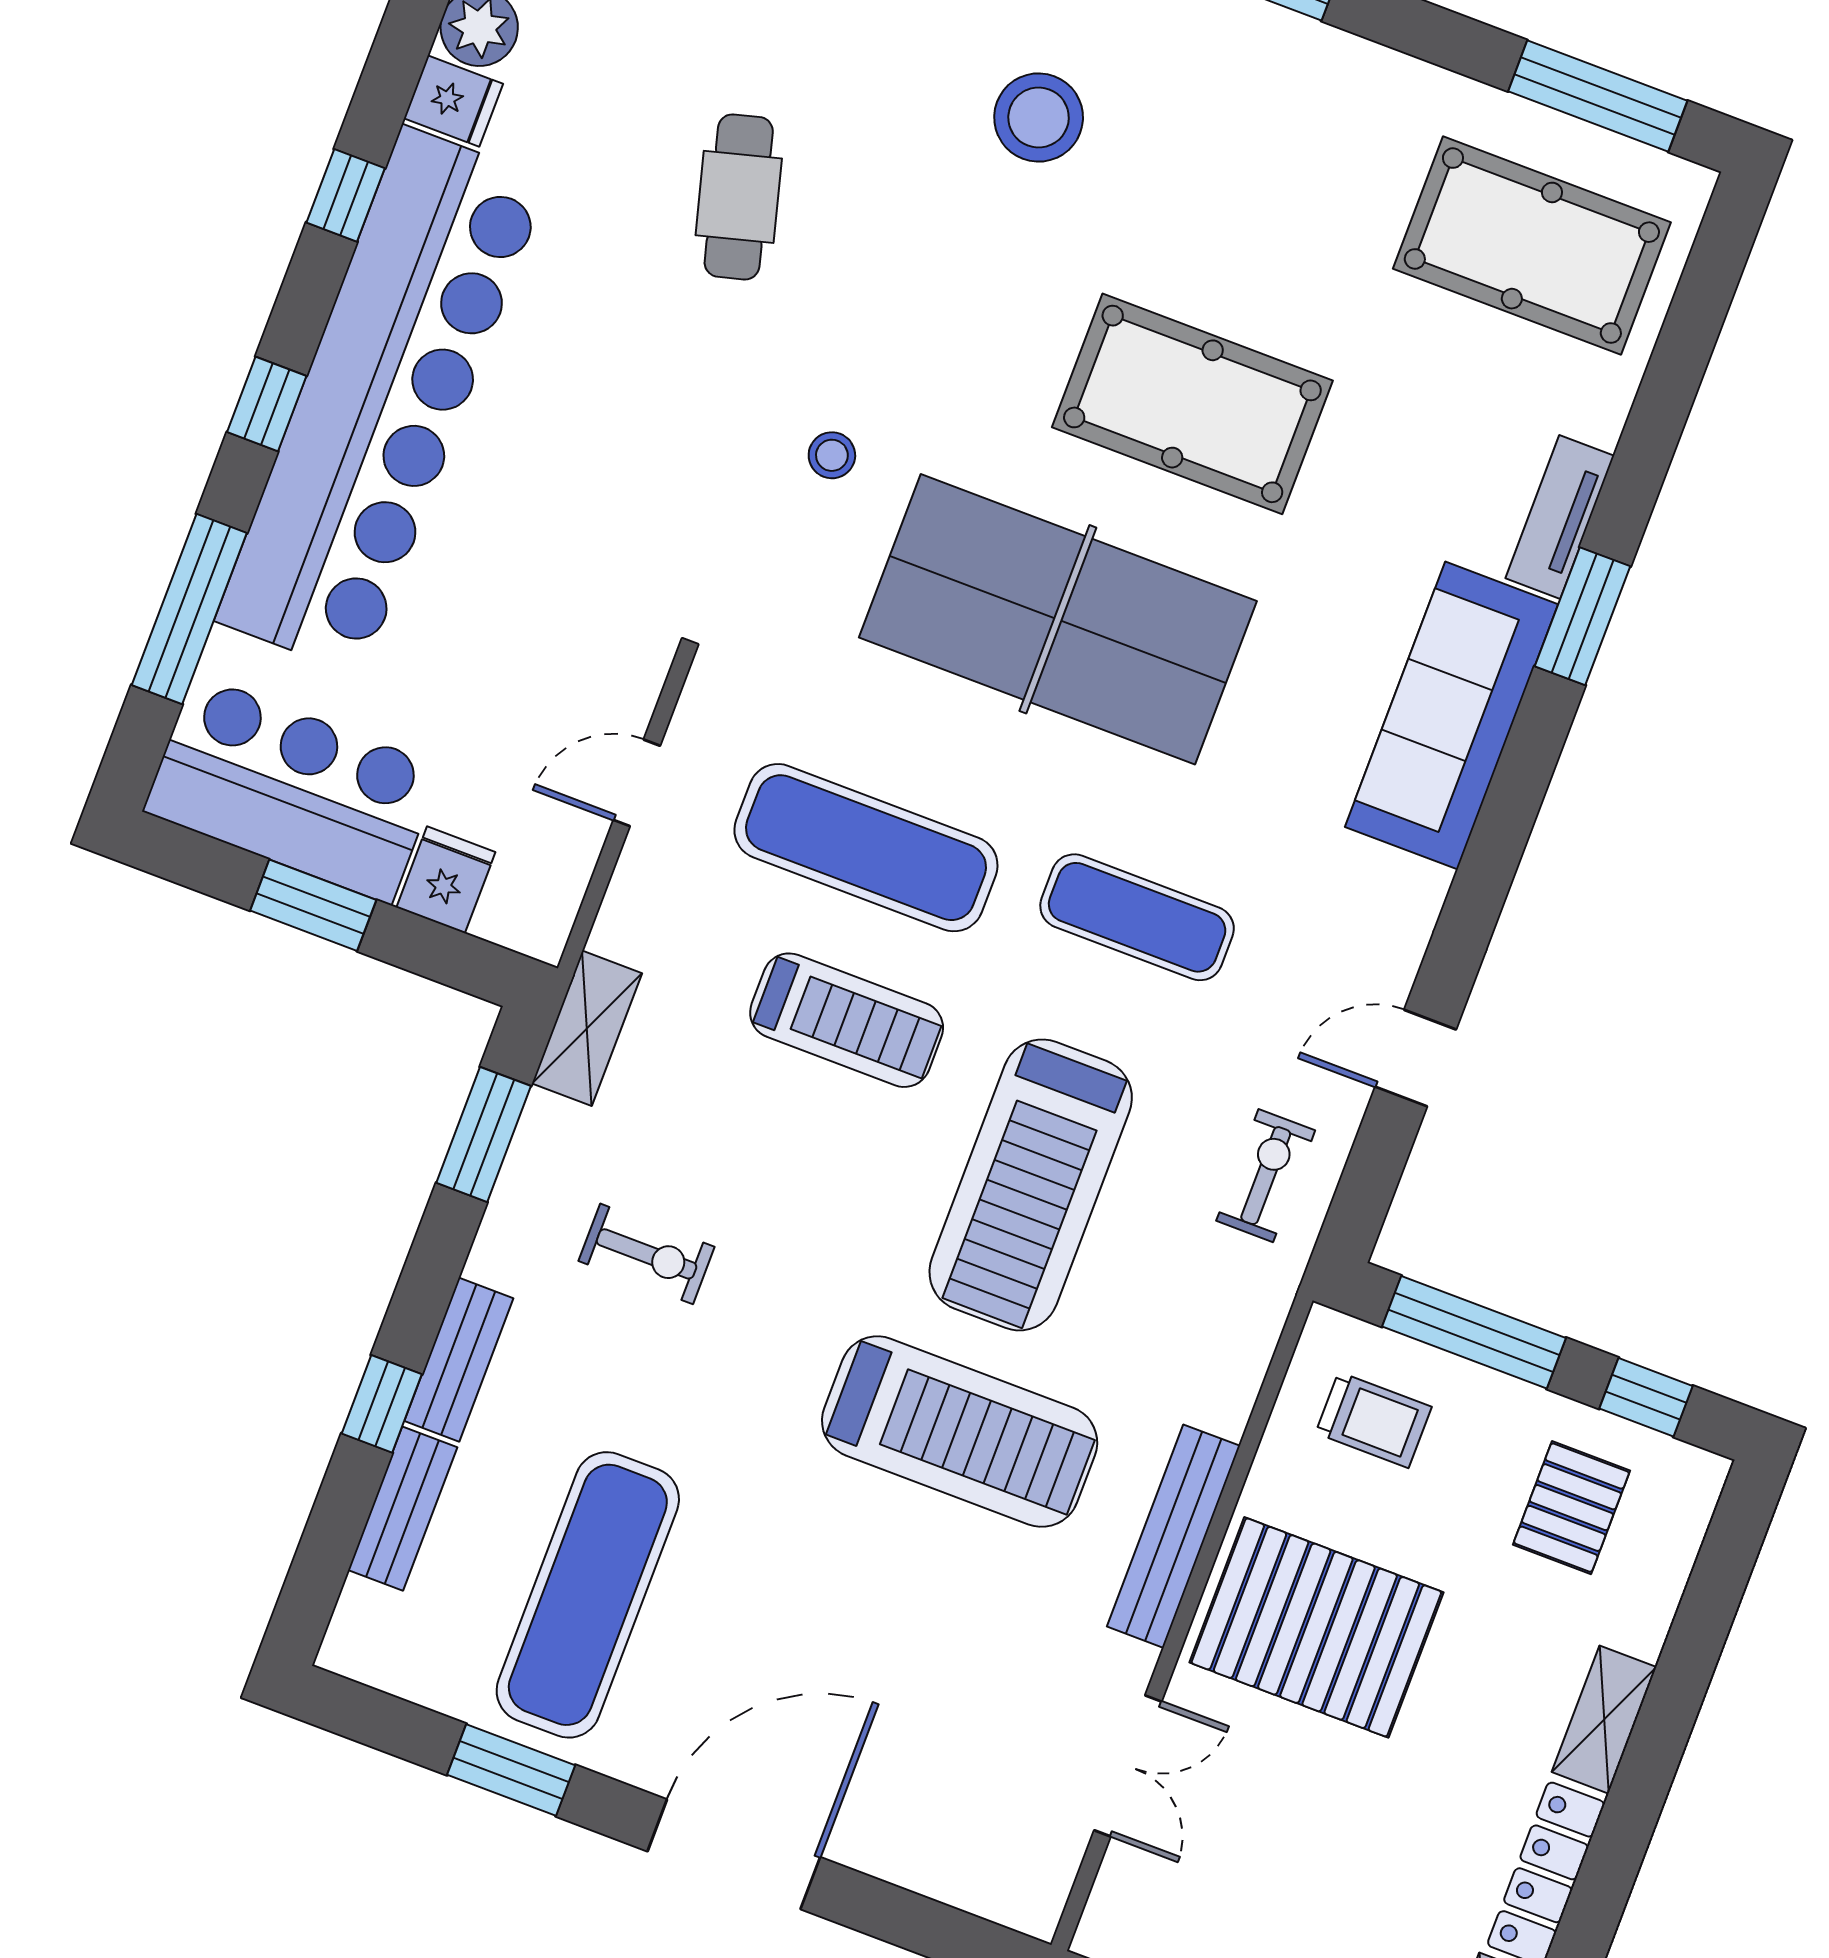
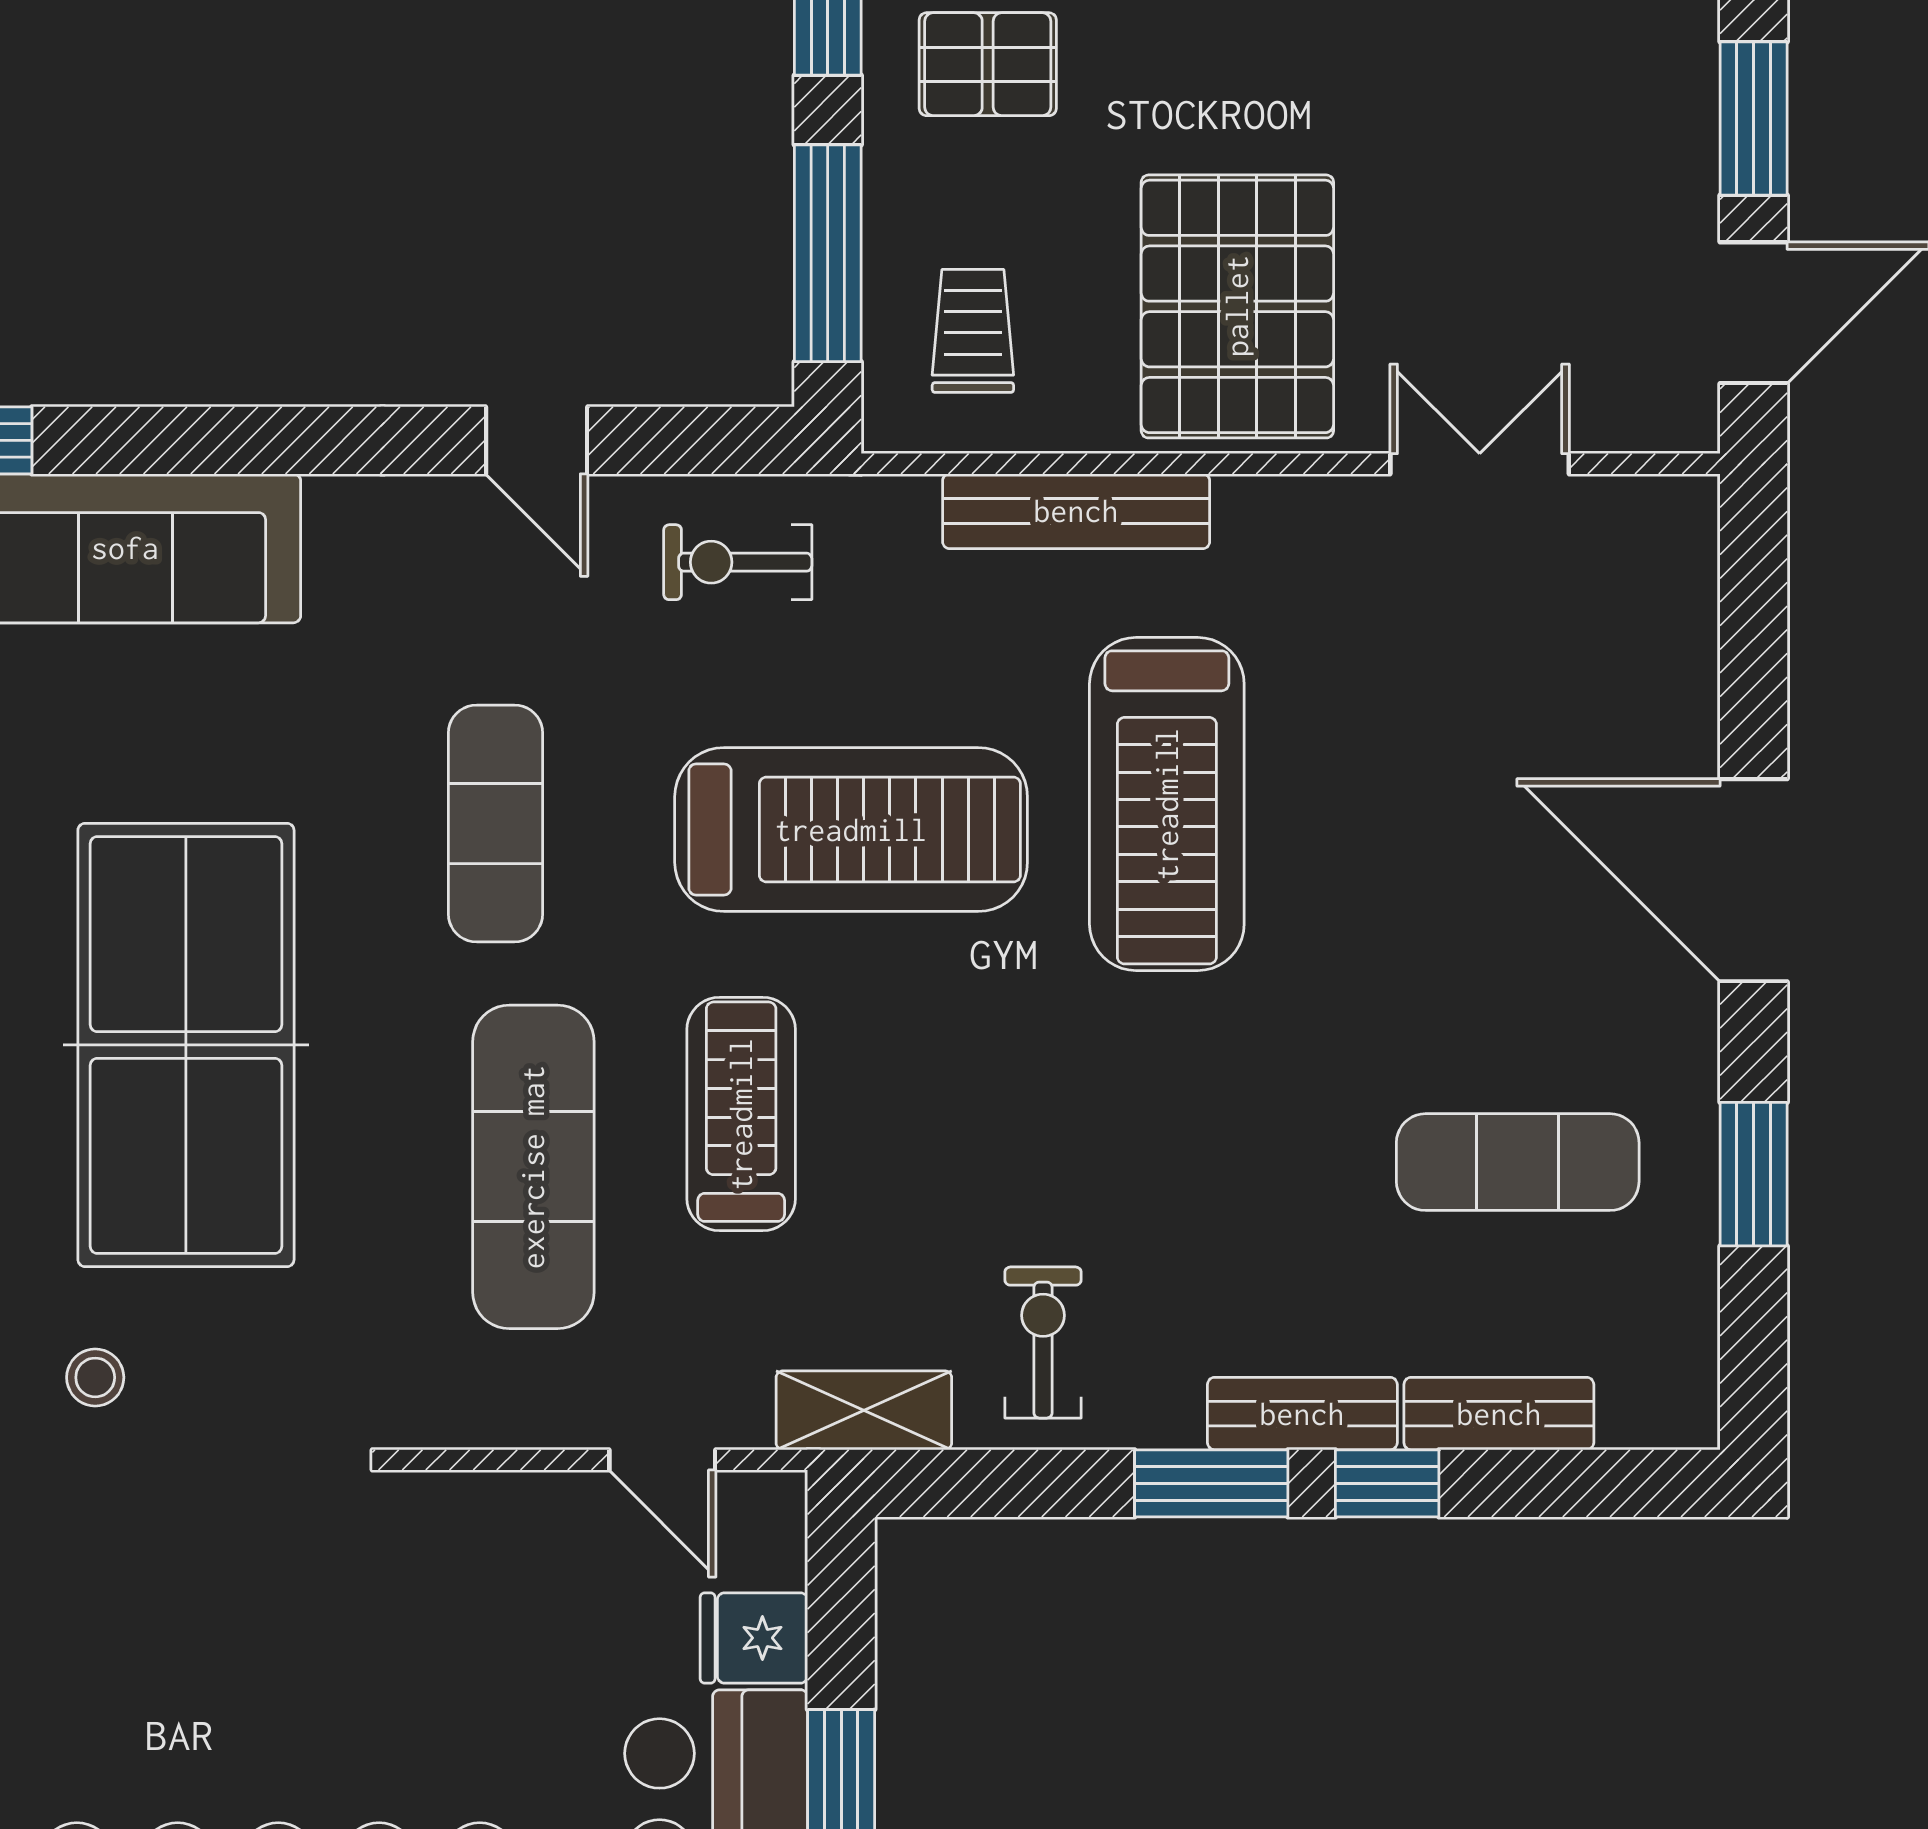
door: (637, 783) -> (662, 1460), moved
window: (484, 1134) -> (1211, 1483), moved
exercise bike: (647, 1254) -> (1043, 1342), moved
treadmill: (960, 1432) -> (1167, 804), turned 180
bench: (1174, 1536) -> (1076, 511), moved
exercise mat: (588, 1595) -> (1518, 1162), width x0.73, depth x0.69

